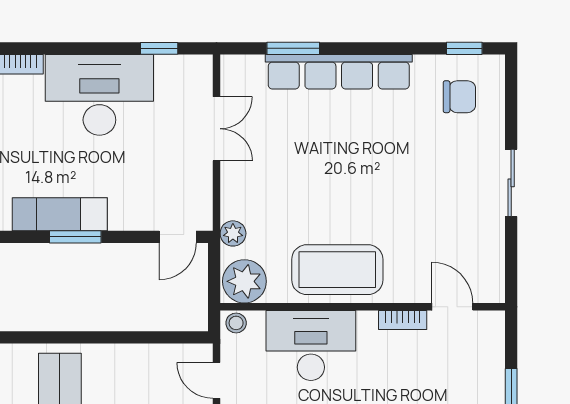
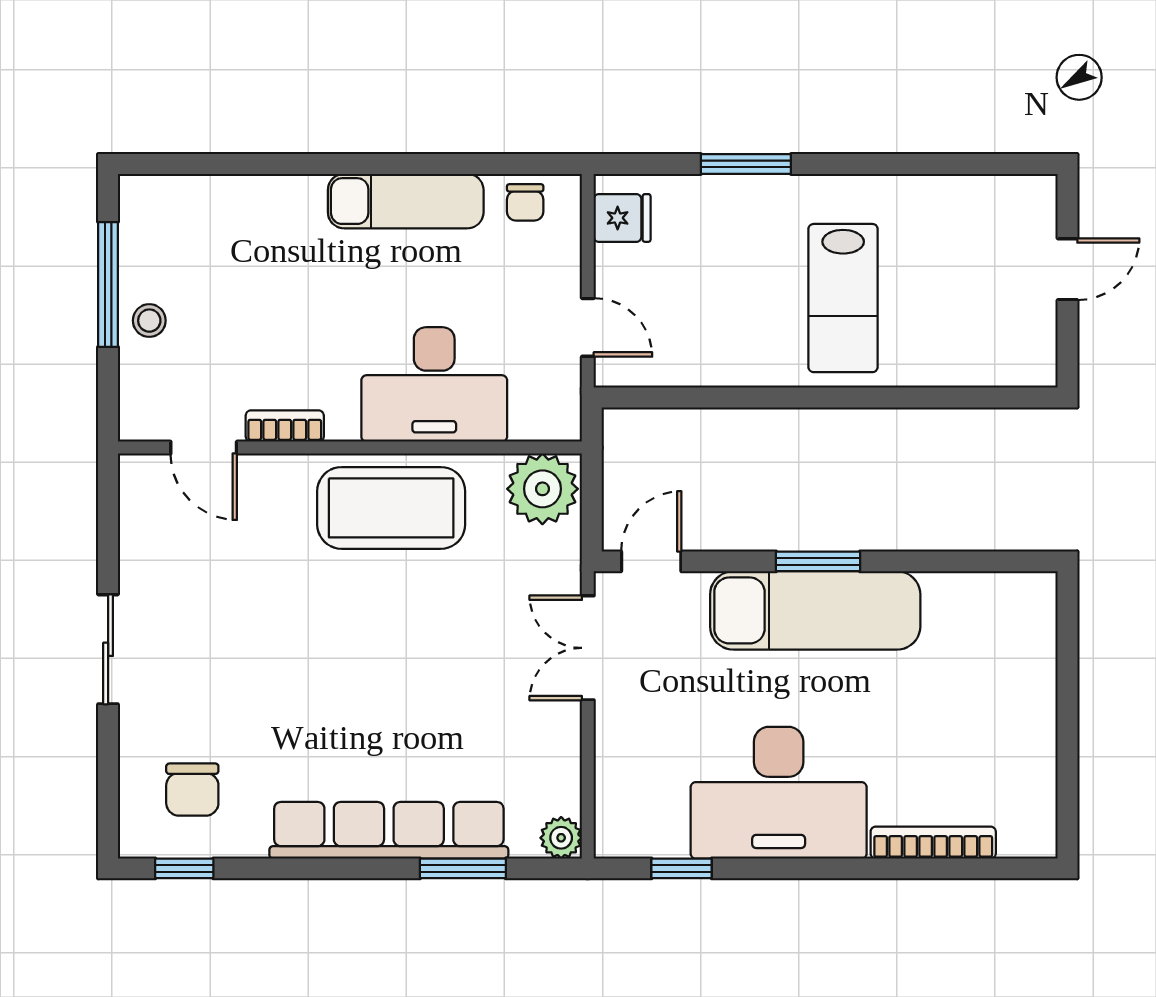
chair: (459, 97) -> (192, 790), turned -90
double door: (217, 129) -> (588, 648), moved
exam couch: (60, 214) -> (815, 610), width x1.36, depth x1.45
plant: (233, 233) -> (561, 838), moved
stool: (236, 323) -> (149, 321), moved

